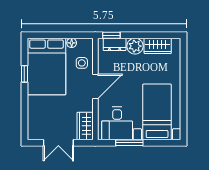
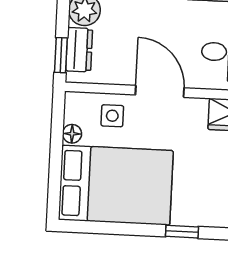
window: (24, 74) -> (182, 232), moved

